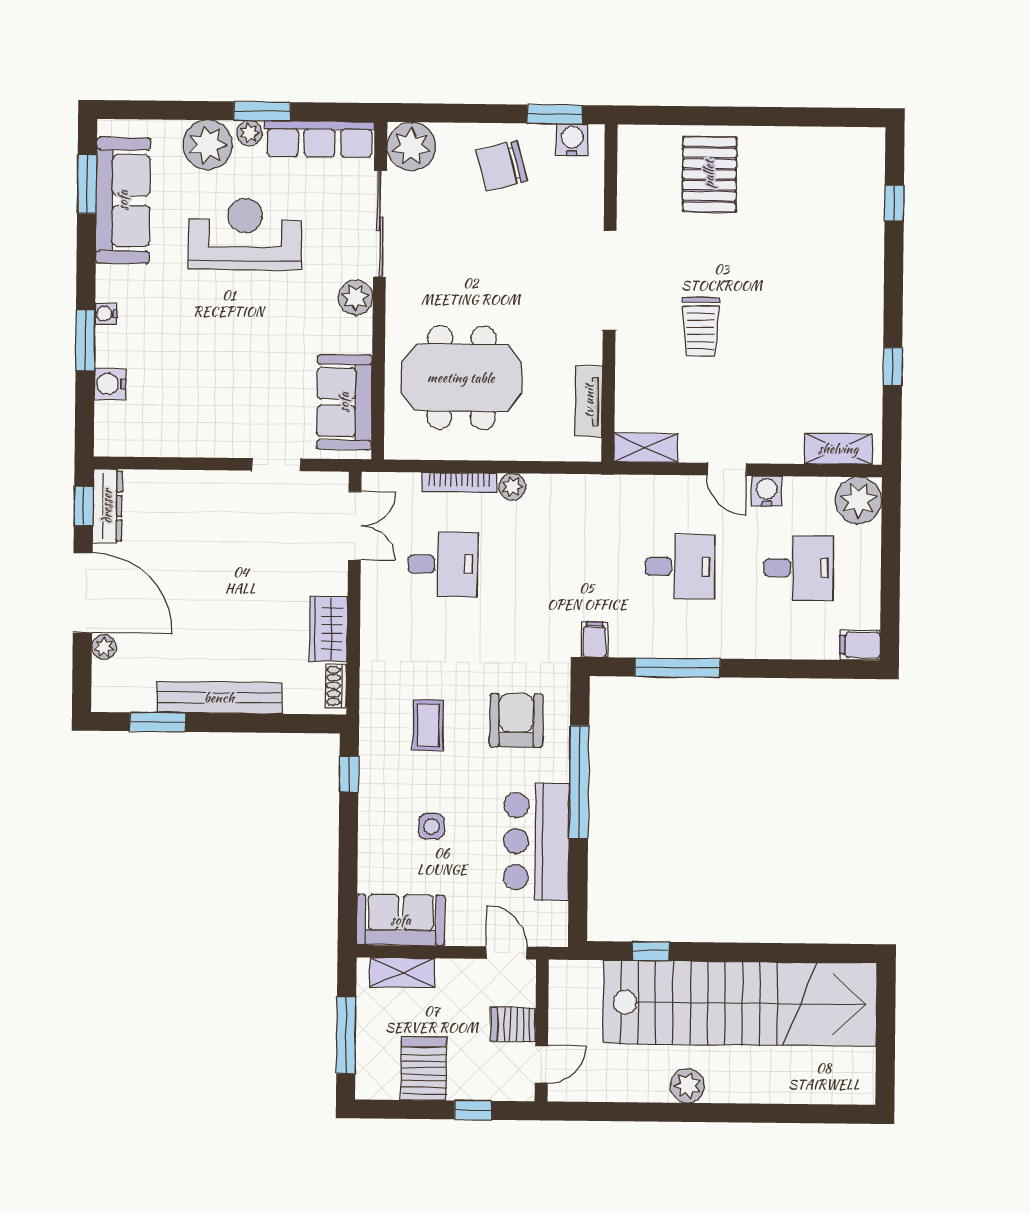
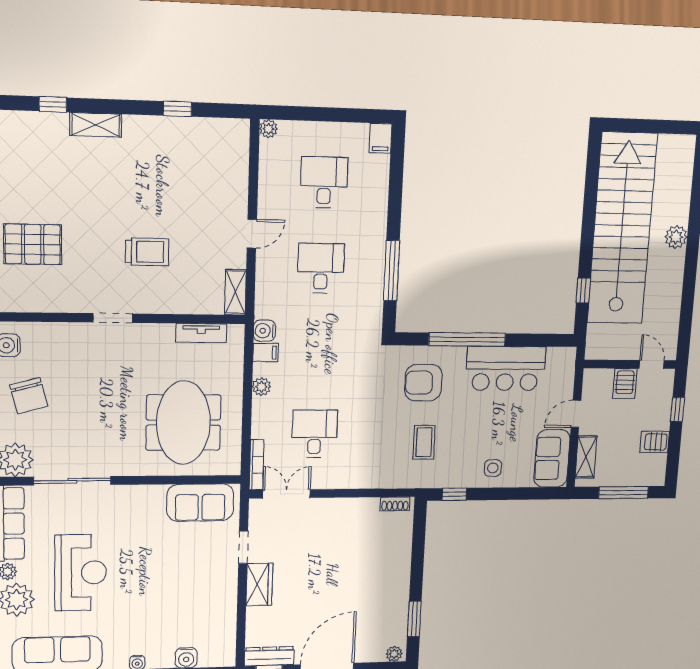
reception desk: (245, 234) -> (81, 573), turned 180
doorway: (610, 280) -> (113, 318), width x0.53
plant: (356, 298) -> (126, 496), removed
shelving: (838, 449) -> (96, 125), moved, turned 90
bookcase: (459, 482) -> (256, 465), moved
water cooler: (767, 491) -> (264, 331), moved
plant: (858, 500) -> (268, 129), width x0.53, depth x0.53
wardrobe: (328, 629) -> (259, 584), moved, turned -90
filing cabinet: (594, 640) -> (266, 352), moved, turned 180
plant: (104, 647) -> (394, 654), moved
bench: (219, 698) -> (400, 580), removed
coffee table: (428, 725) -> (424, 442), turned 90
side table: (431, 826) -> (493, 468), moved
door: (507, 953) -> (576, 414), moved
server rack: (424, 1069) -> (655, 442), width x0.73, depth x0.70
plant: (688, 1086) -> (676, 237), moved

